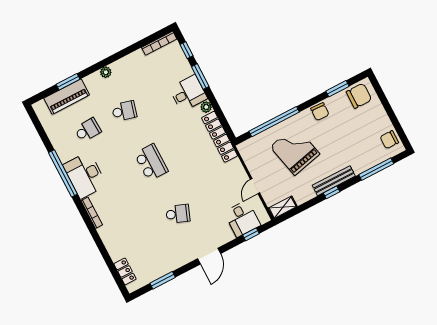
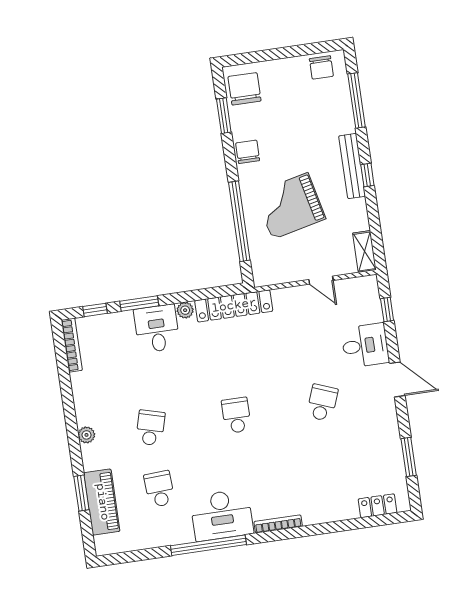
chair: (320, 112) -> (248, 152), turned -92
school desk: (151, 162) -> (236, 415), width x0.54
desk: (242, 219) -> (365, 345), moved

